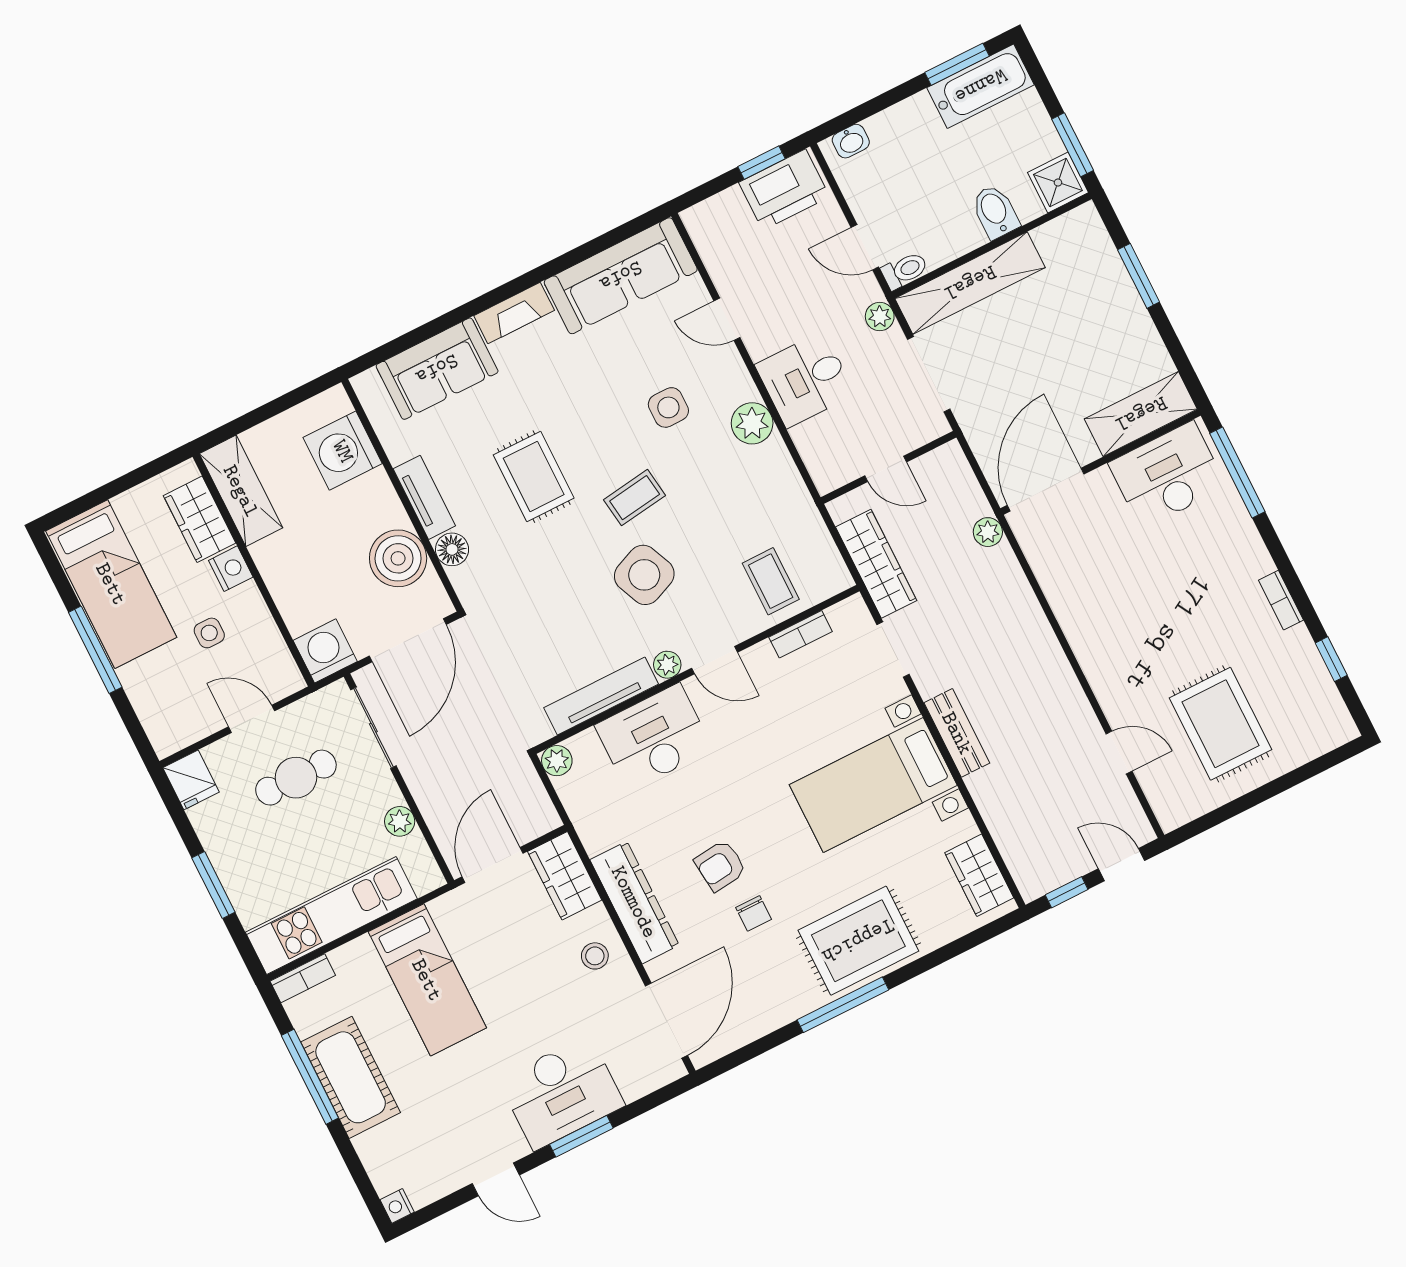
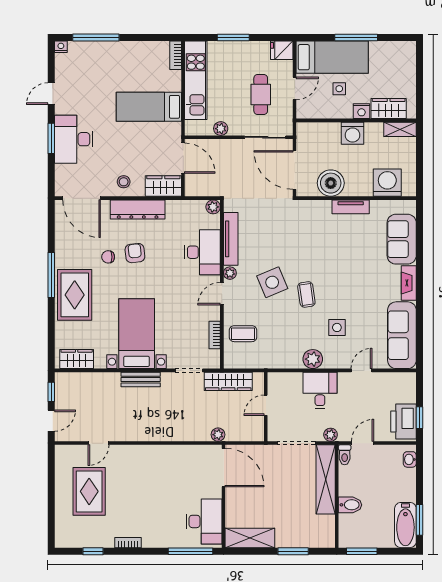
shower: (1058, 182) -> (349, 537), removed
shelving: (1141, 414) -> (250, 538), moved, turned 90
rug: (534, 476) -> (336, 257), removed
shelving: (241, 491) -> (400, 129), width x0.67, depth x0.75
floor lamp: (452, 549) -> (323, 207), removed
bed: (111, 584) -> (332, 57), moved, turned 180
washing machine: (325, 651) -> (353, 133), moved, turned 90
rug: (1221, 724) -> (89, 491), turned 90
window: (310, 1077) -> (96, 38), moved
cot: (351, 1077) -> (124, 54), removed

